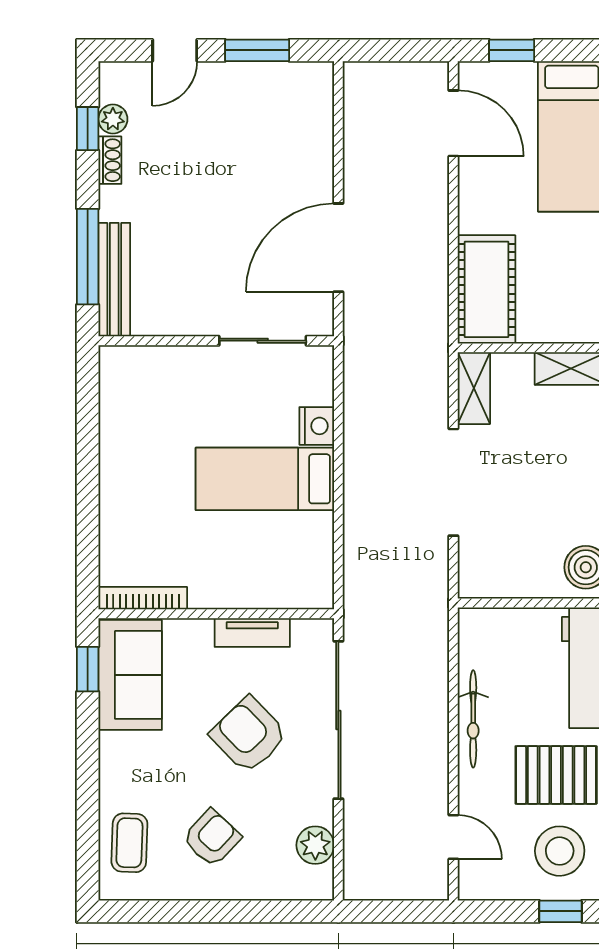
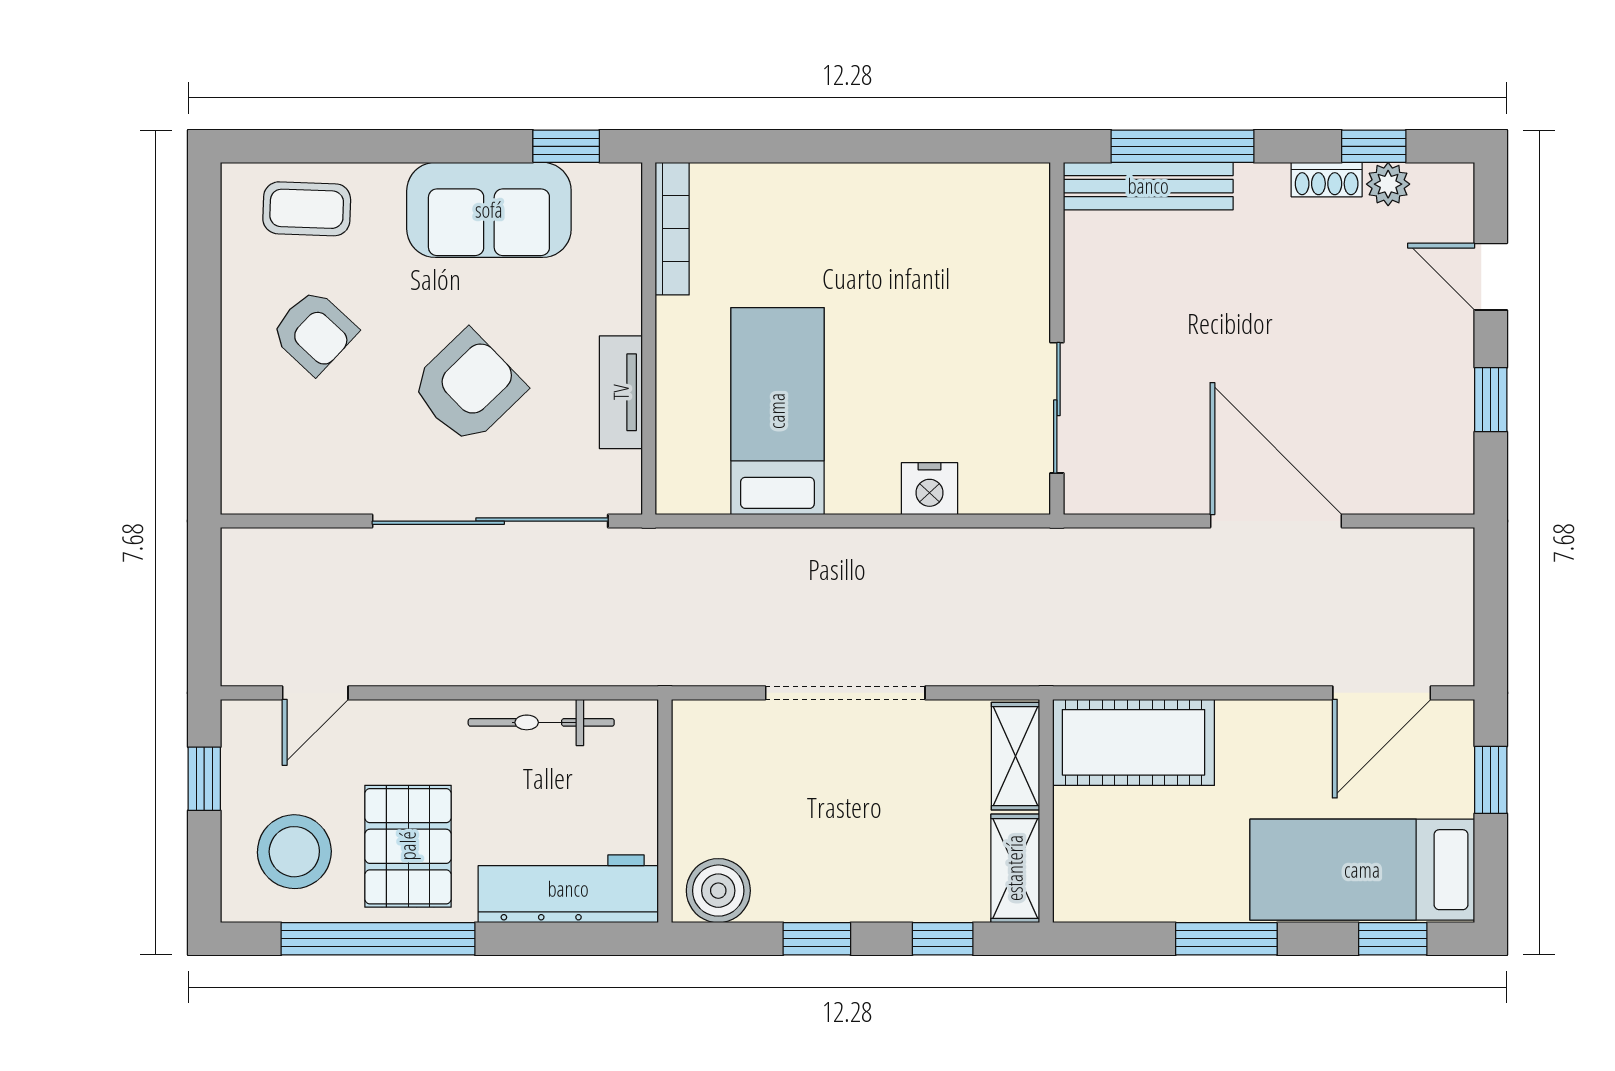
window: (257, 50) -> (1491, 400), width x0.67
door: (338, 248) -> (1276, 521), moved
shelving: (474, 388) -> (1016, 756), moved, turned 90
bed: (265, 479) -> (777, 411), moved
sofa: (130, 675) -> (489, 210), moved
bicycle: (473, 719) -> (541, 722), moved
plant: (315, 845) -> (303, 486), removed
window: (561, 911) -> (204, 779), moved

